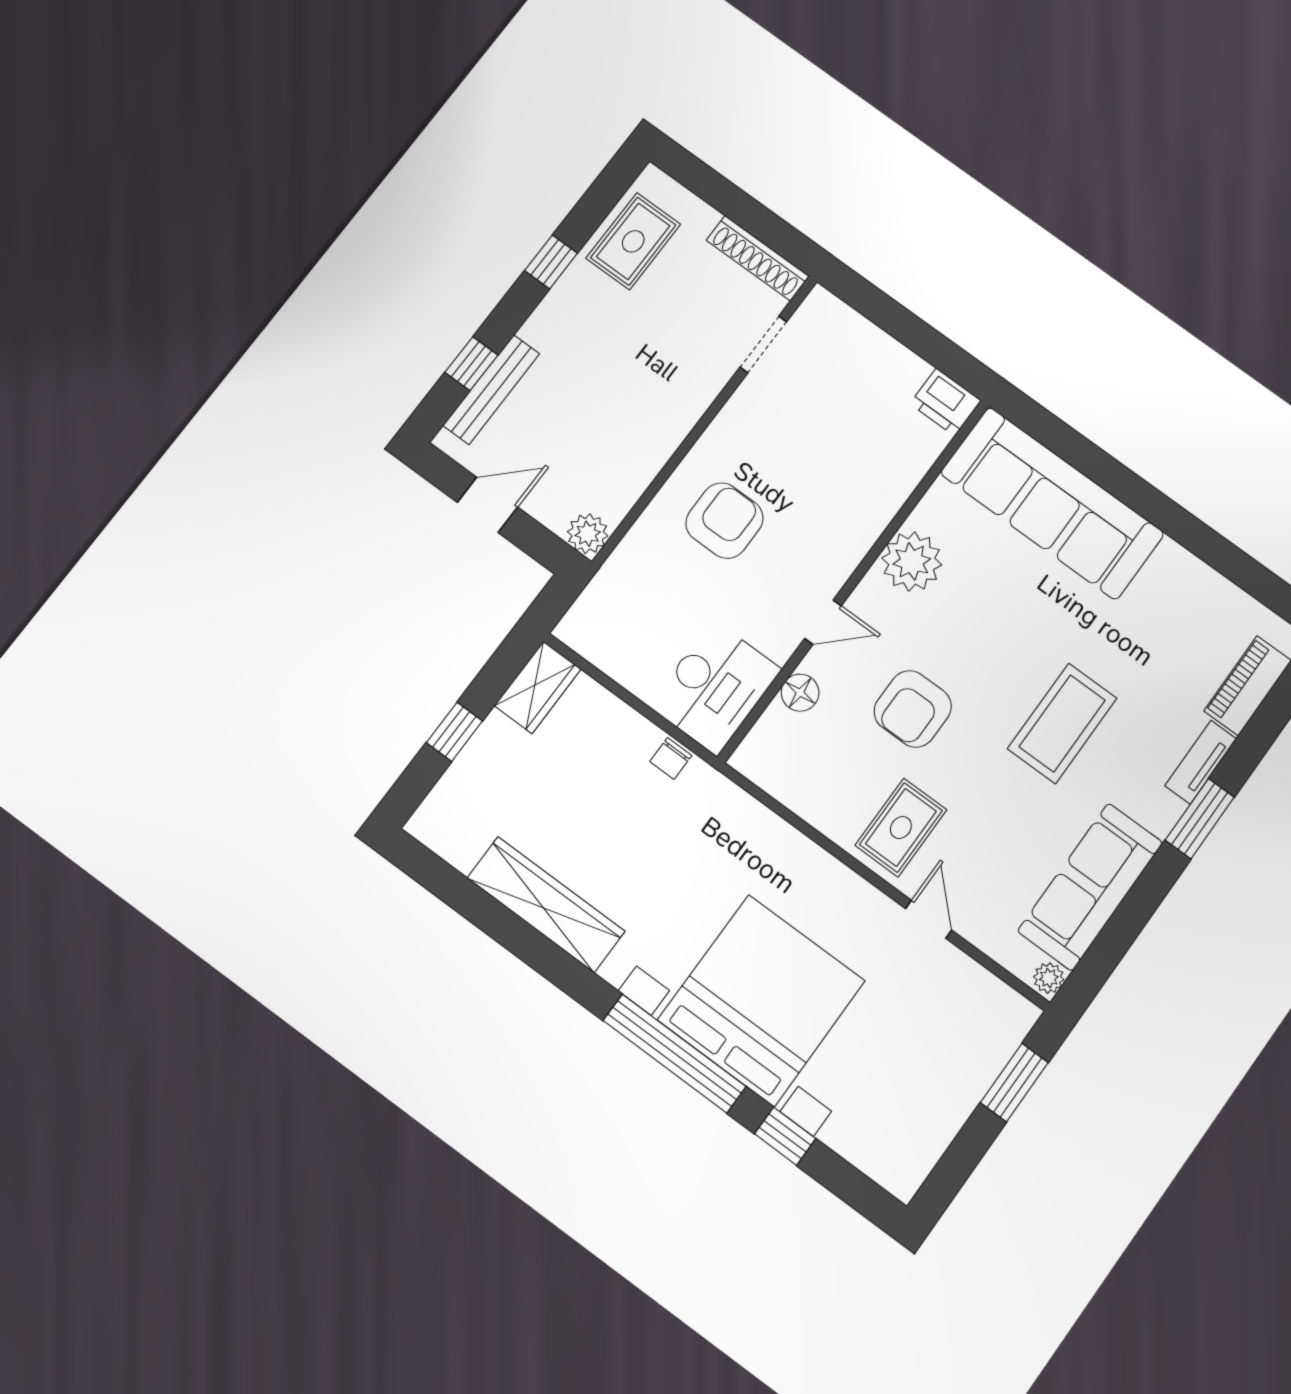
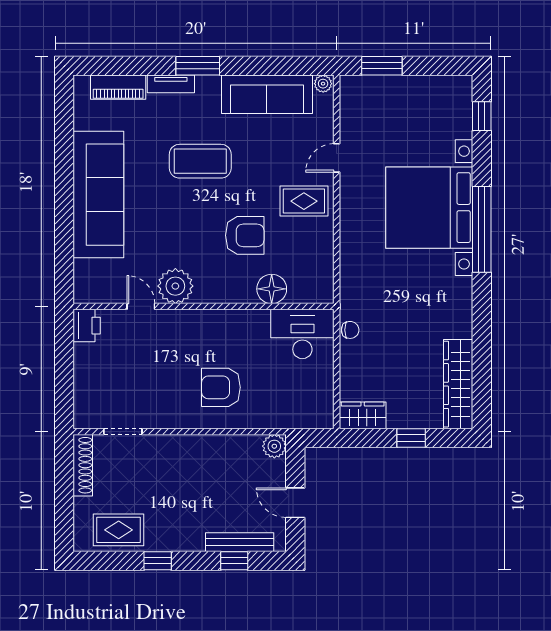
sofa: (1052, 503) -> (98, 195), moved
door: (823, 622) -> (141, 306), moved
floor lamp: (800, 693) -> (272, 289), width x1.38, depth x1.38
wardrobe: (546, 905) -> (458, 384), moved
window: (785, 1136) -> (482, 116), moved

